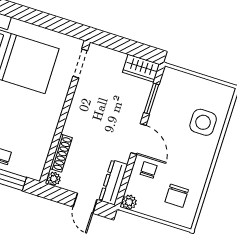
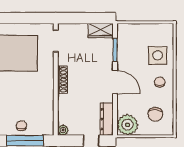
shoe rack: (61, 153) -> (62, 80), moved
chair: (149, 170) -> (160, 82), moved
plant: (129, 202) -> (128, 125), width x1.87, depth x1.87

